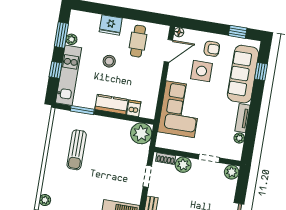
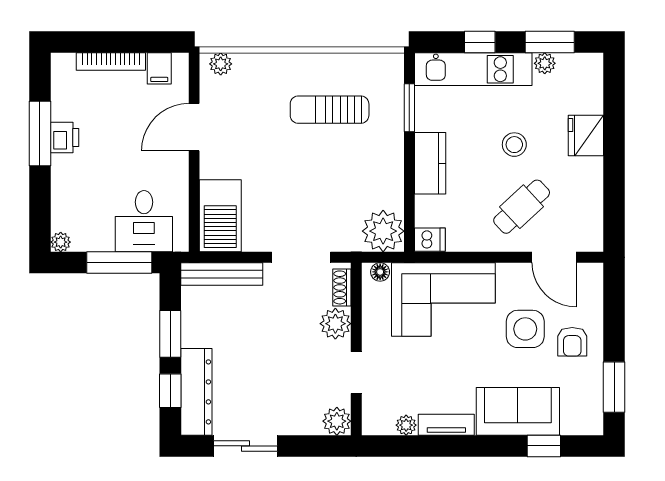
floor lamp: (179, 32) -> (380, 272), moved
window: (238, 32) -> (614, 387), width x1.50
cafe table: (138, 41) -> (522, 207), moved, turned -43
sofa: (243, 74) -> (518, 411), width x0.73
dishwasher: (134, 108) -> (430, 240), moved
doorway: (147, 176) -> (301, 257), width x1.38

